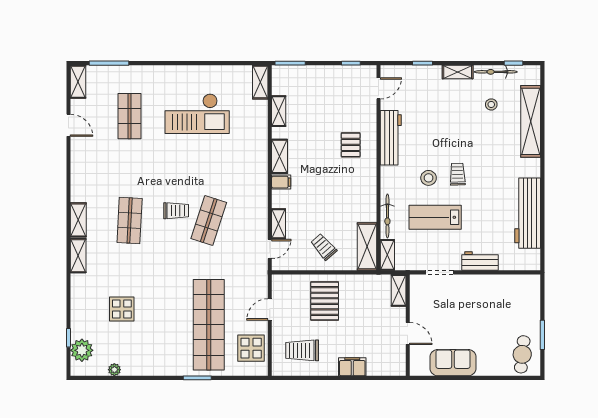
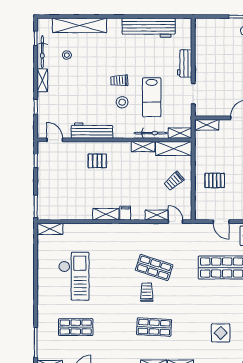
shelving: (279, 111) -> (143, 147), moved
pallet: (325, 301) -> (215, 180), width x0.67, depth x0.71

